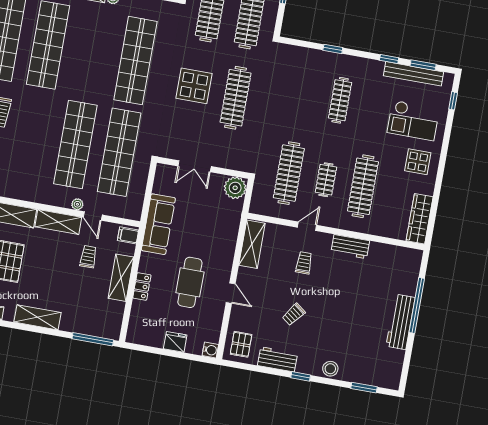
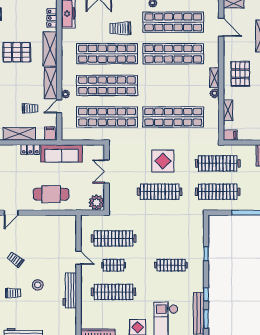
shop shelf: (32, 137) -> (107, 54), added
shelving: (252, 244) -> (59, 221), removed
workbench: (350, 247) -> (70, 291), width x1.38
trolley: (304, 263) -> (13, 293), moved
cafe table: (190, 282) -> (51, 194), moved
locker: (142, 286) -> (30, 150), moved
stool: (335, 290) -> (38, 285), added
door: (231, 293) -> (11, 213), moved

